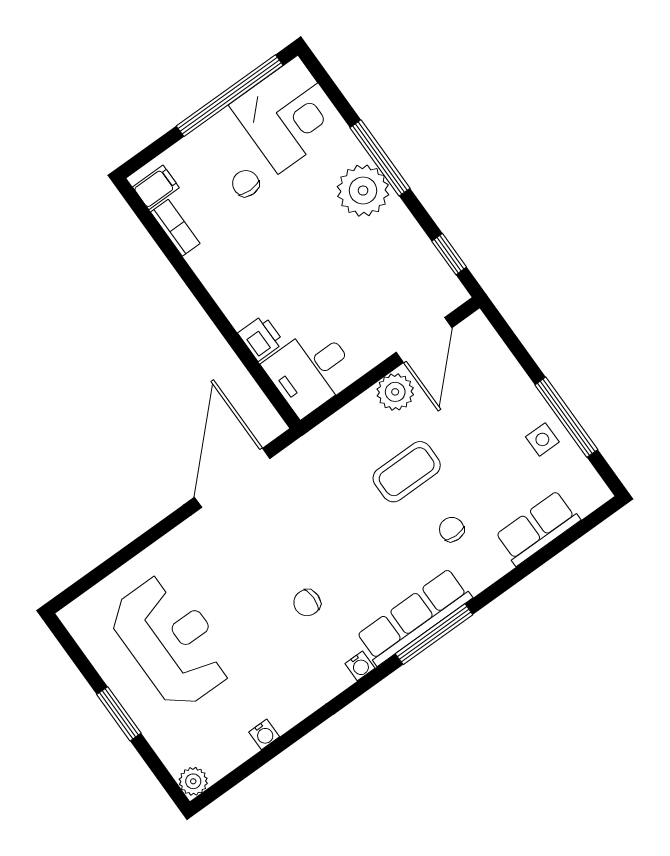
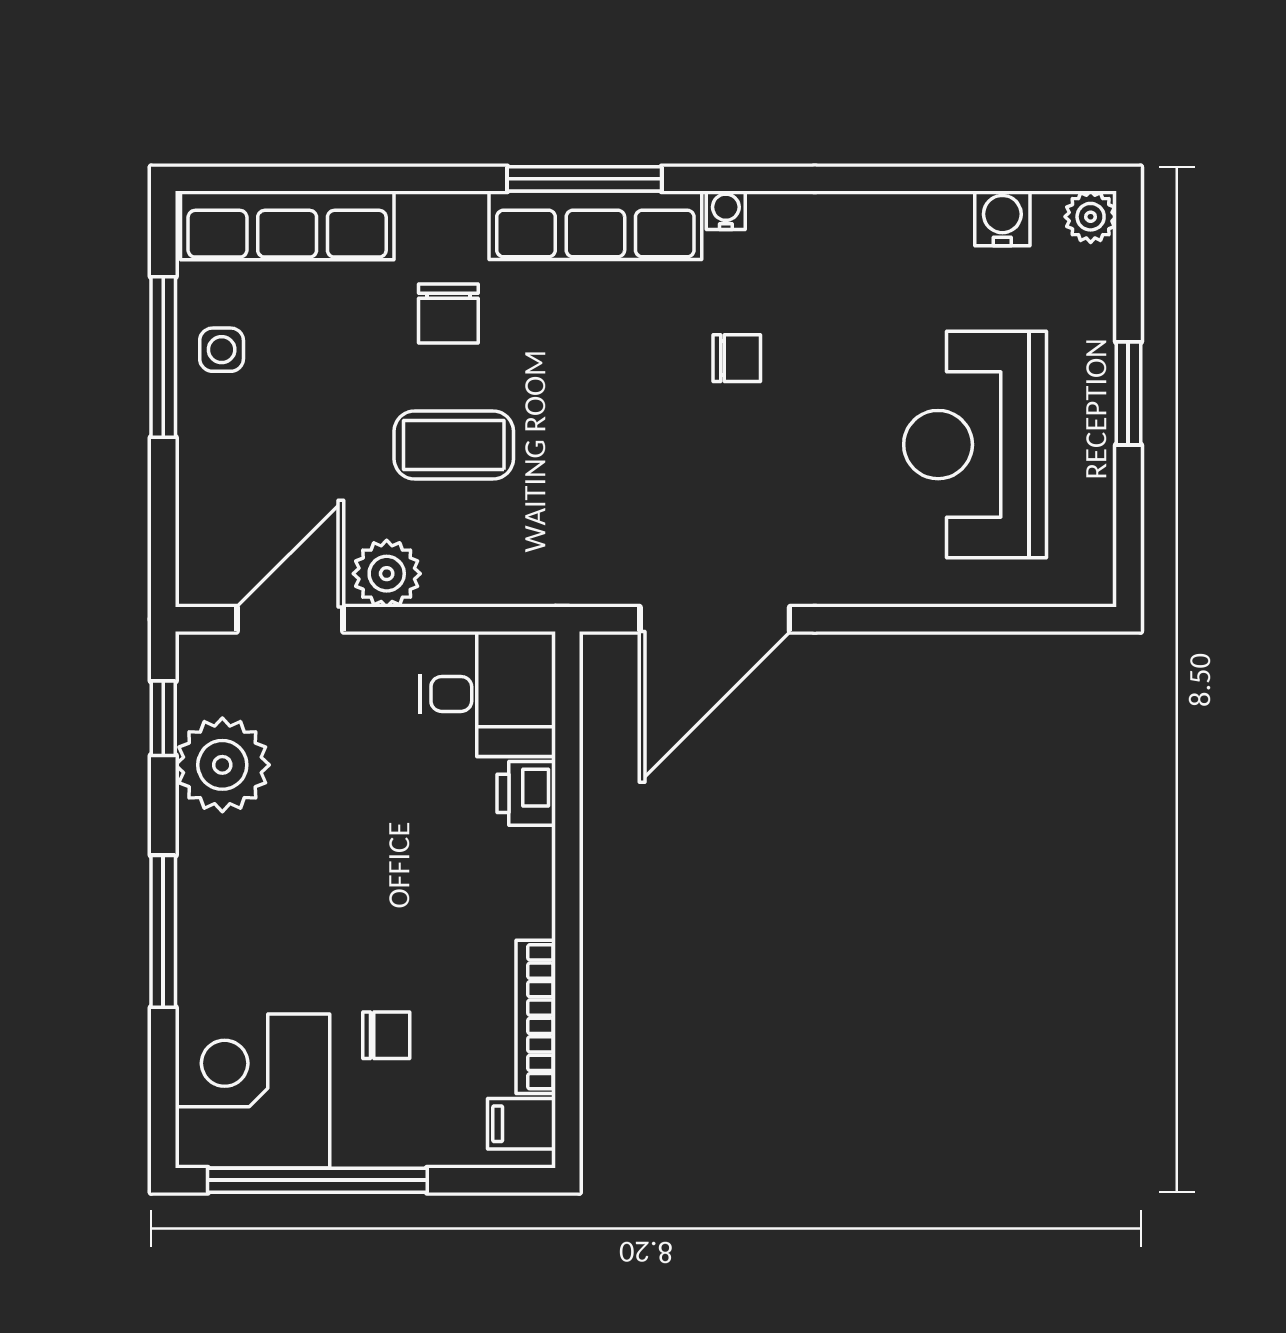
chair: (246, 183) -> (386, 1035), turned -90
plant: (363, 191) -> (222, 765), moved
bookcase: (175, 228) -> (536, 1017), width x1.56
row of seats: (537, 528) -> (287, 225), width x1.48
chair: (452, 529) -> (448, 313), width x1.37, depth x1.37
water cooler: (264, 734) -> (1002, 218), moved, width x1.38, depth x1.38

